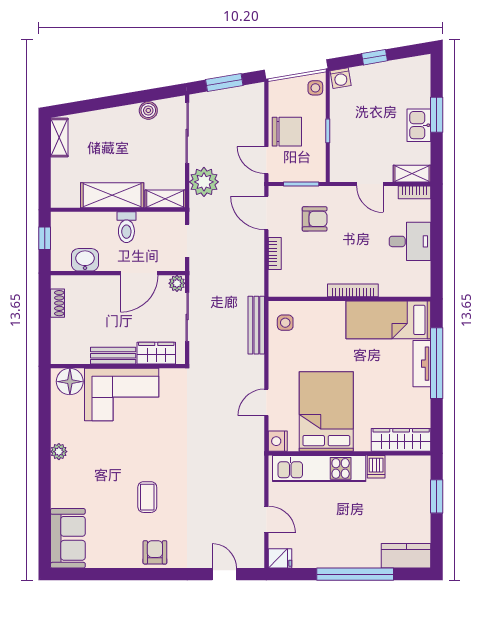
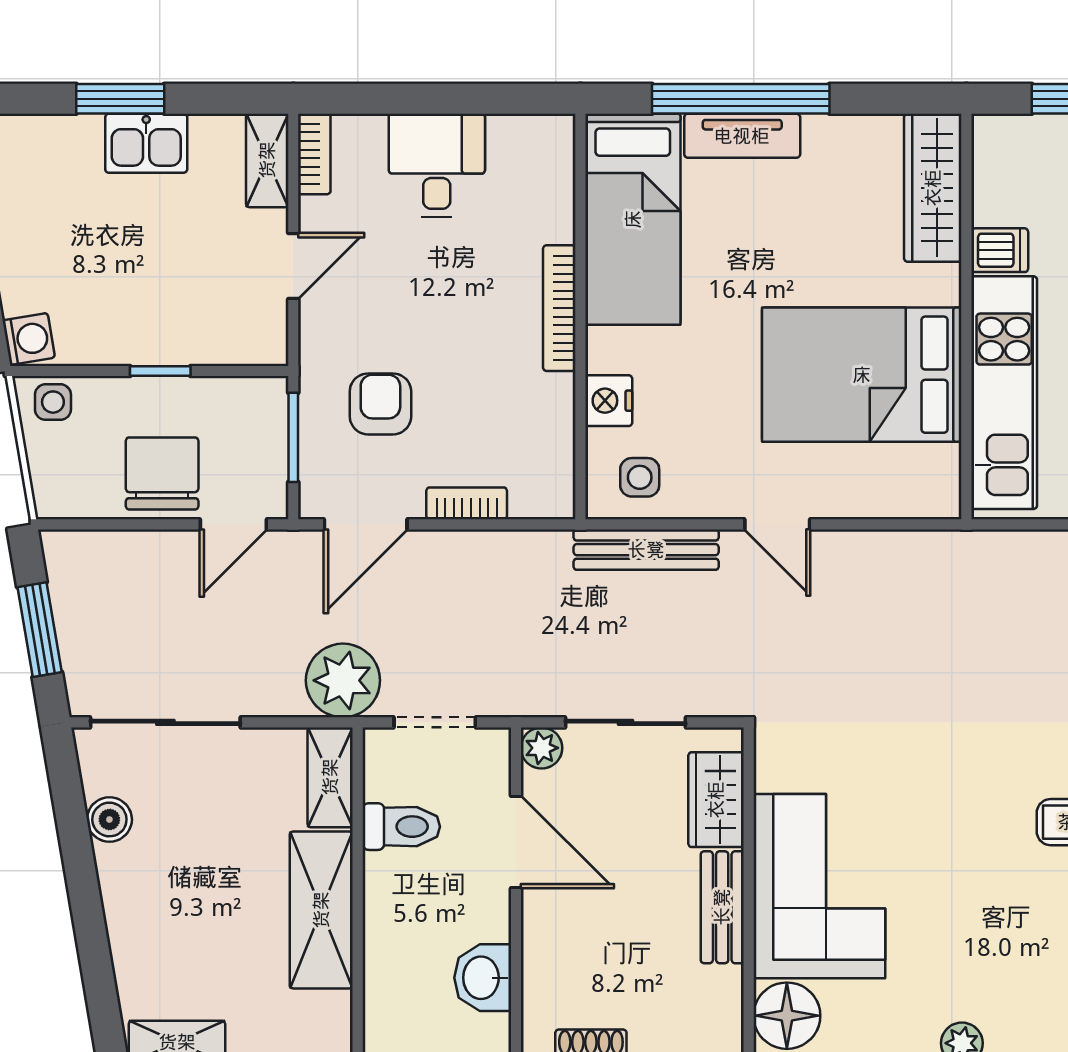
plant: (204, 182) -> (343, 680), moved
toilet: (126, 227) -> (401, 827), moved
door: (266, 402) -> (777, 524), moved
nightstand: (278, 441) -> (609, 401), moved, turned 90

